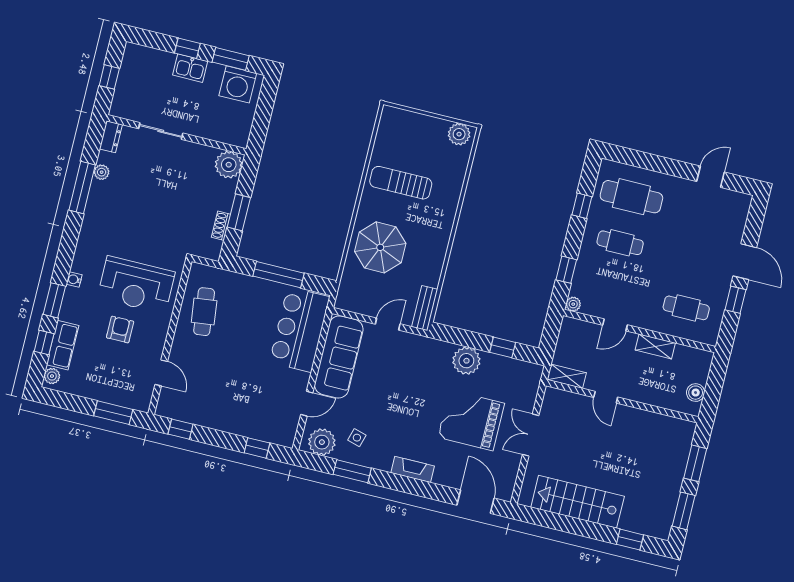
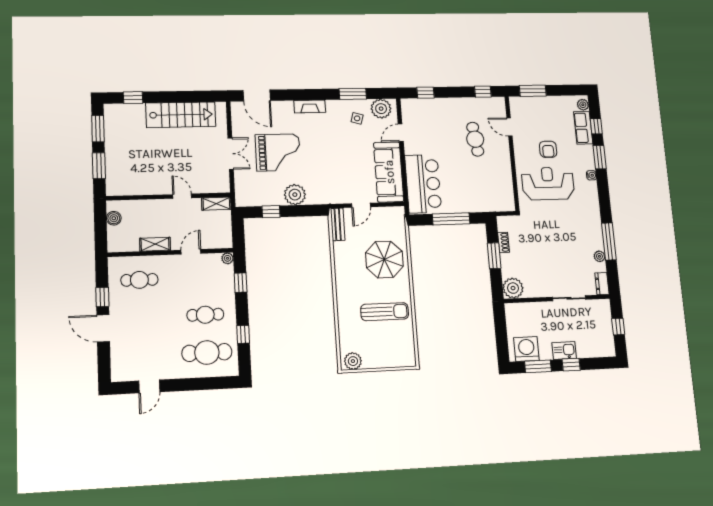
cafe table: (204, 312) -> (475, 139), moved

